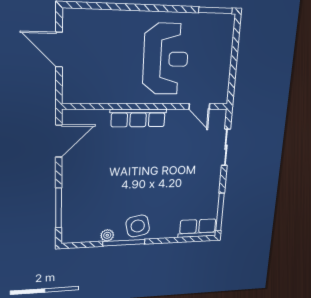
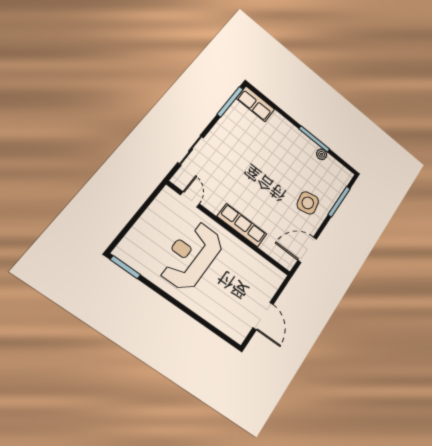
side table: (138, 226) -> (308, 203), moved

